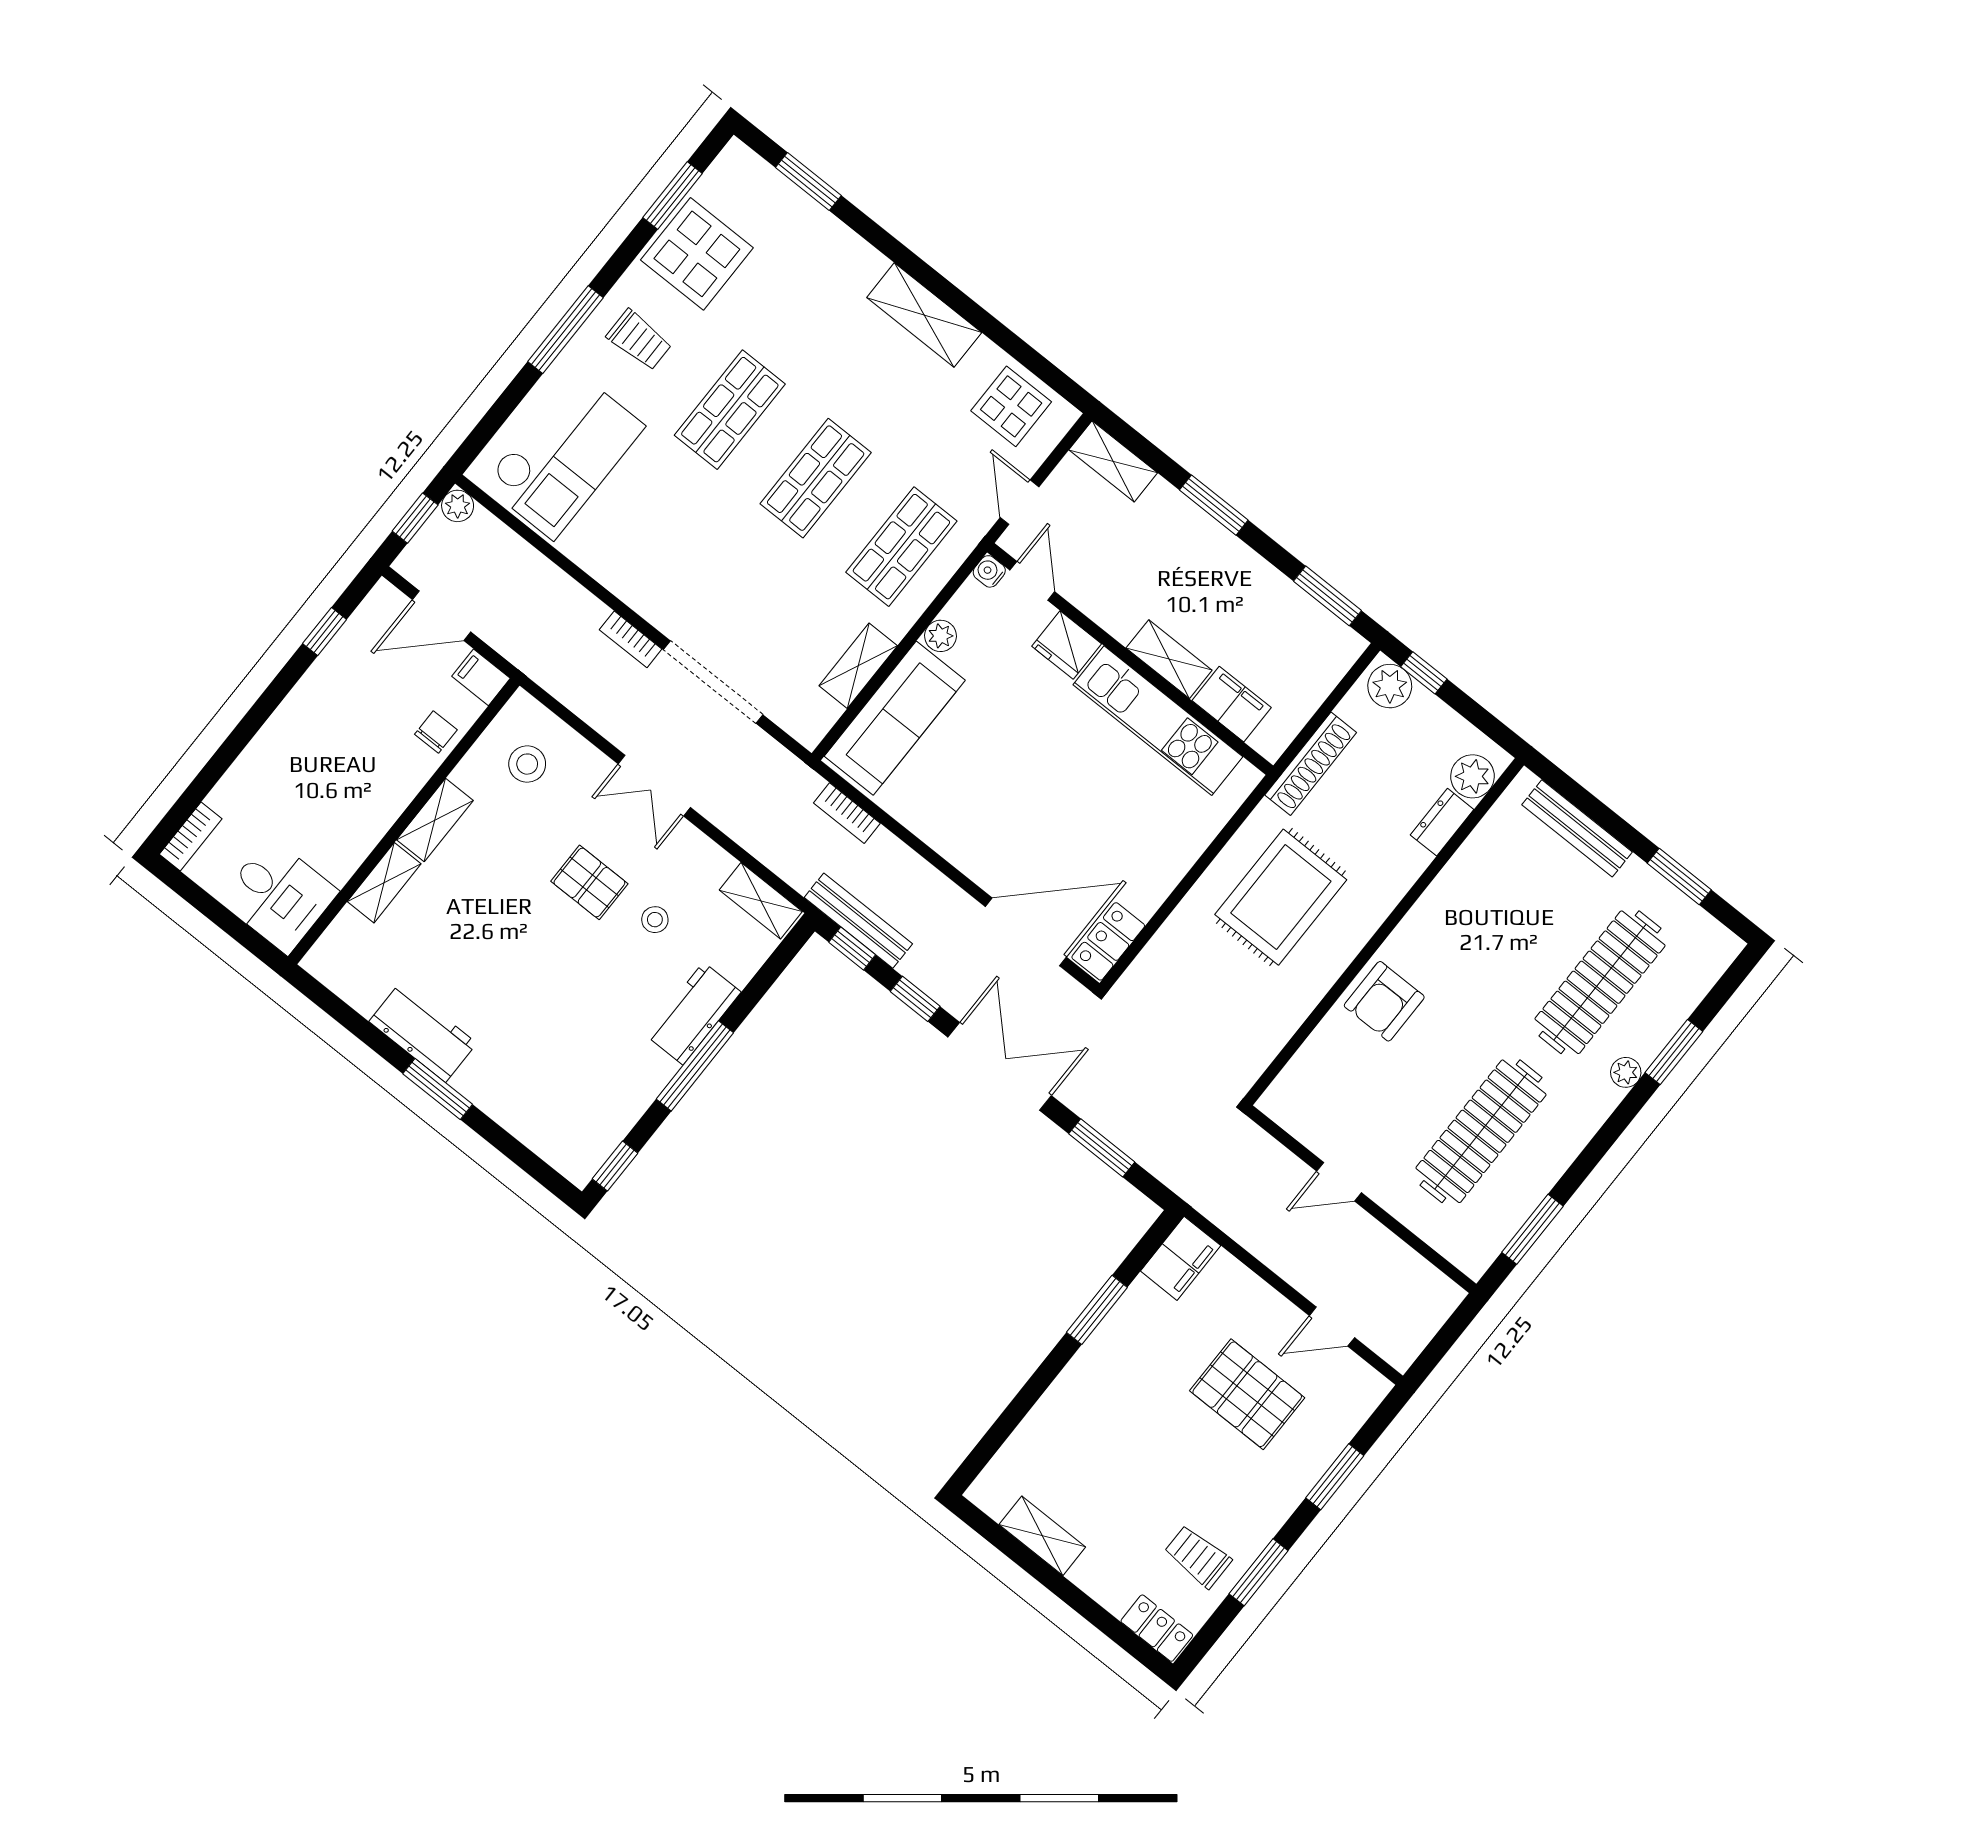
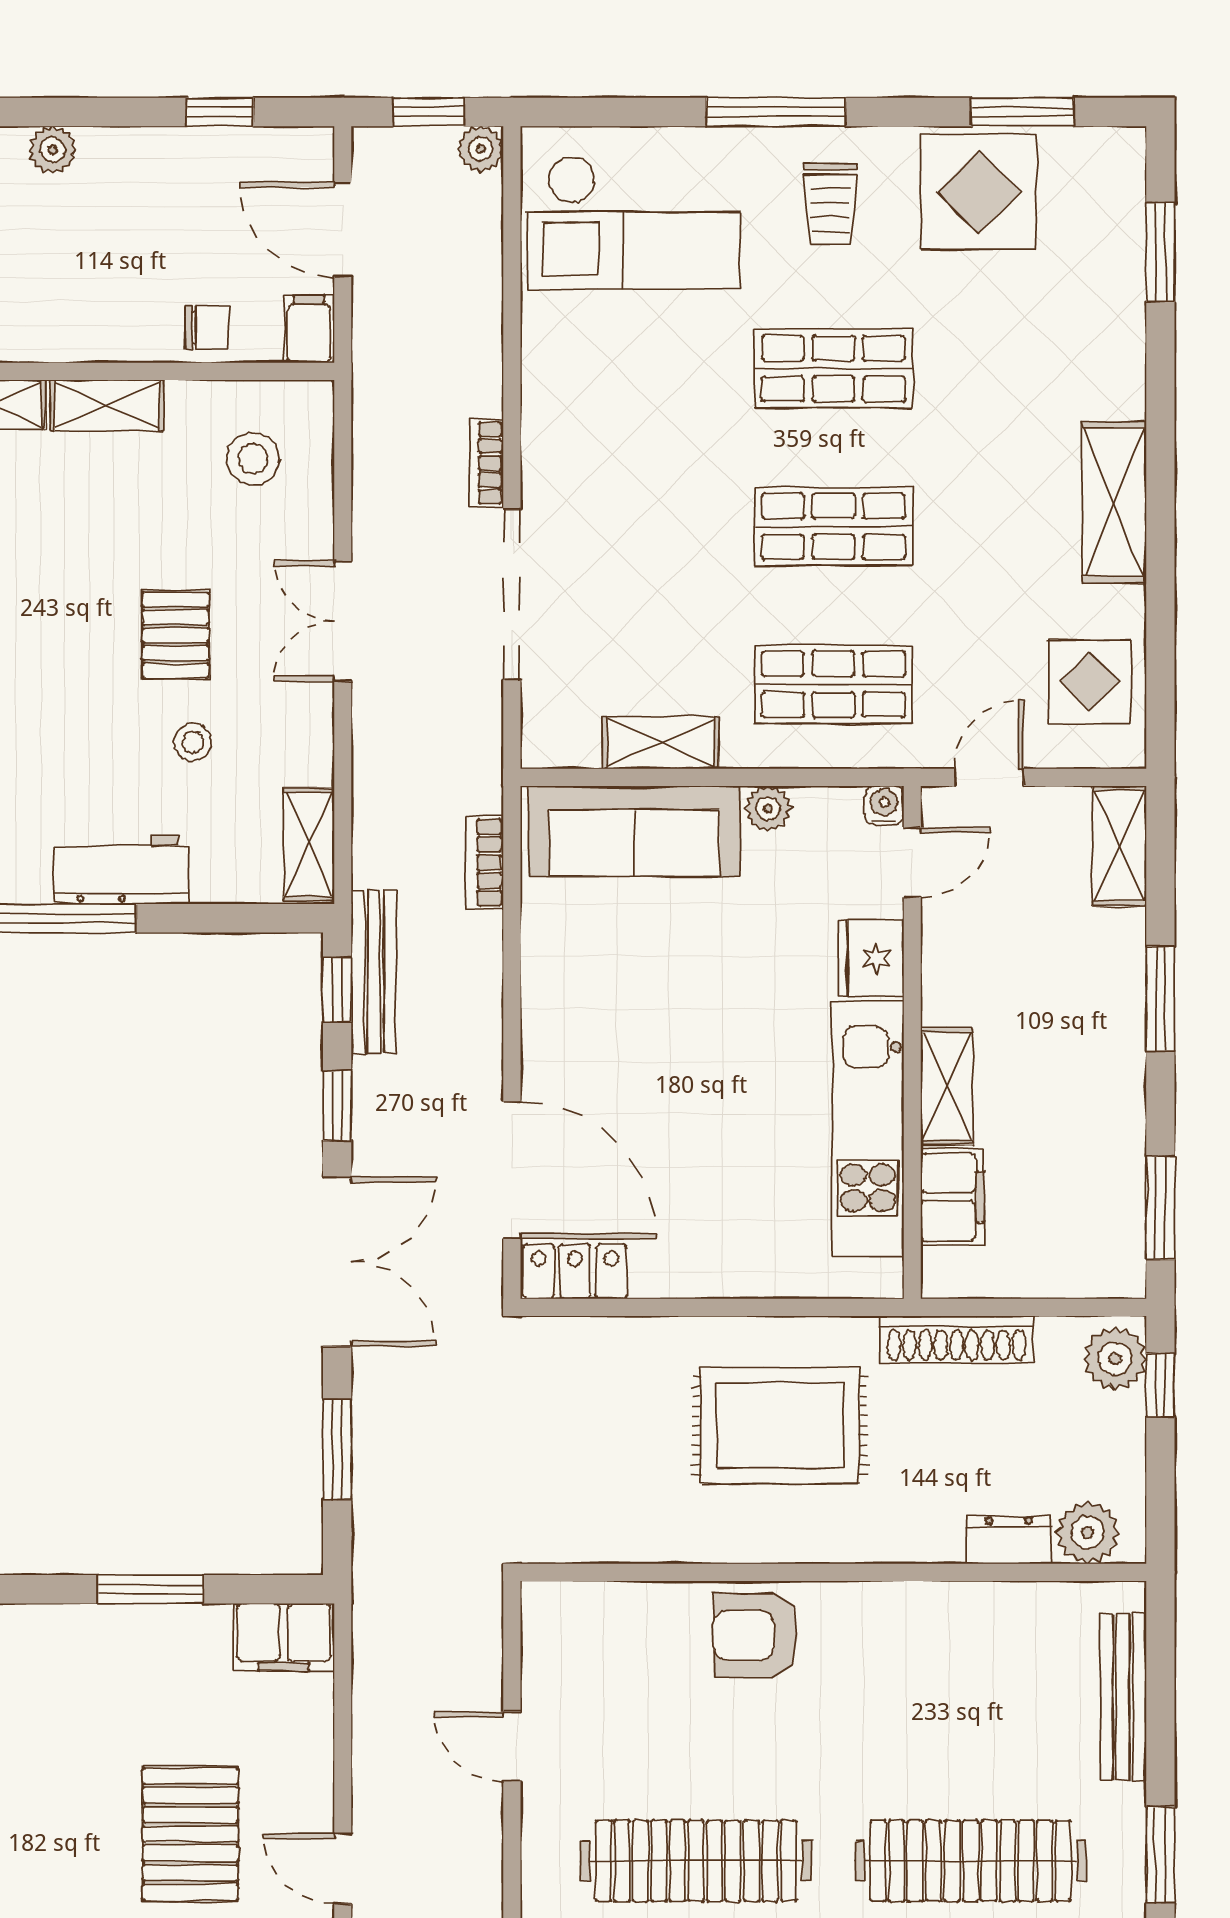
plant: (272, 739) -> (53, 150), added

